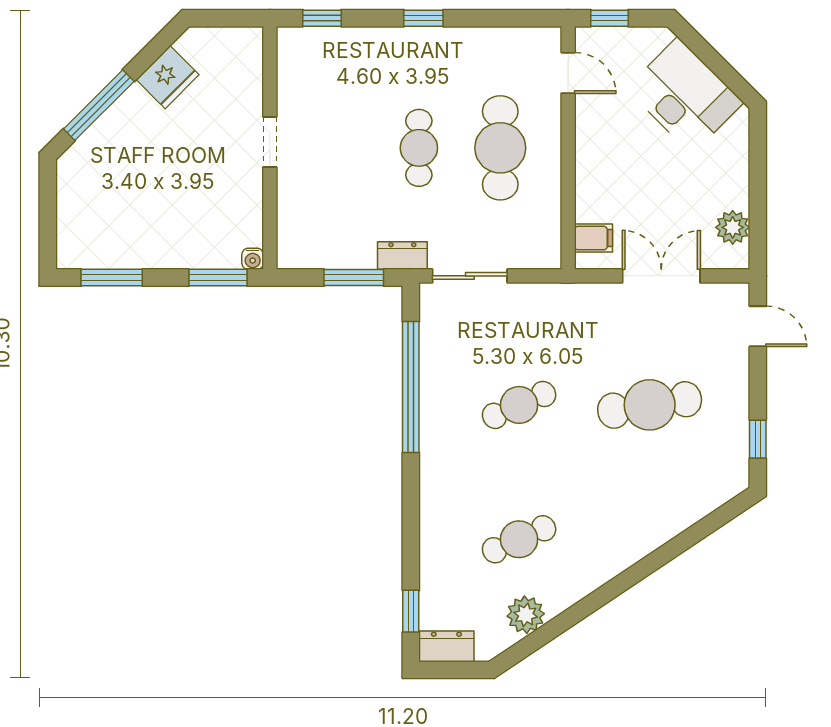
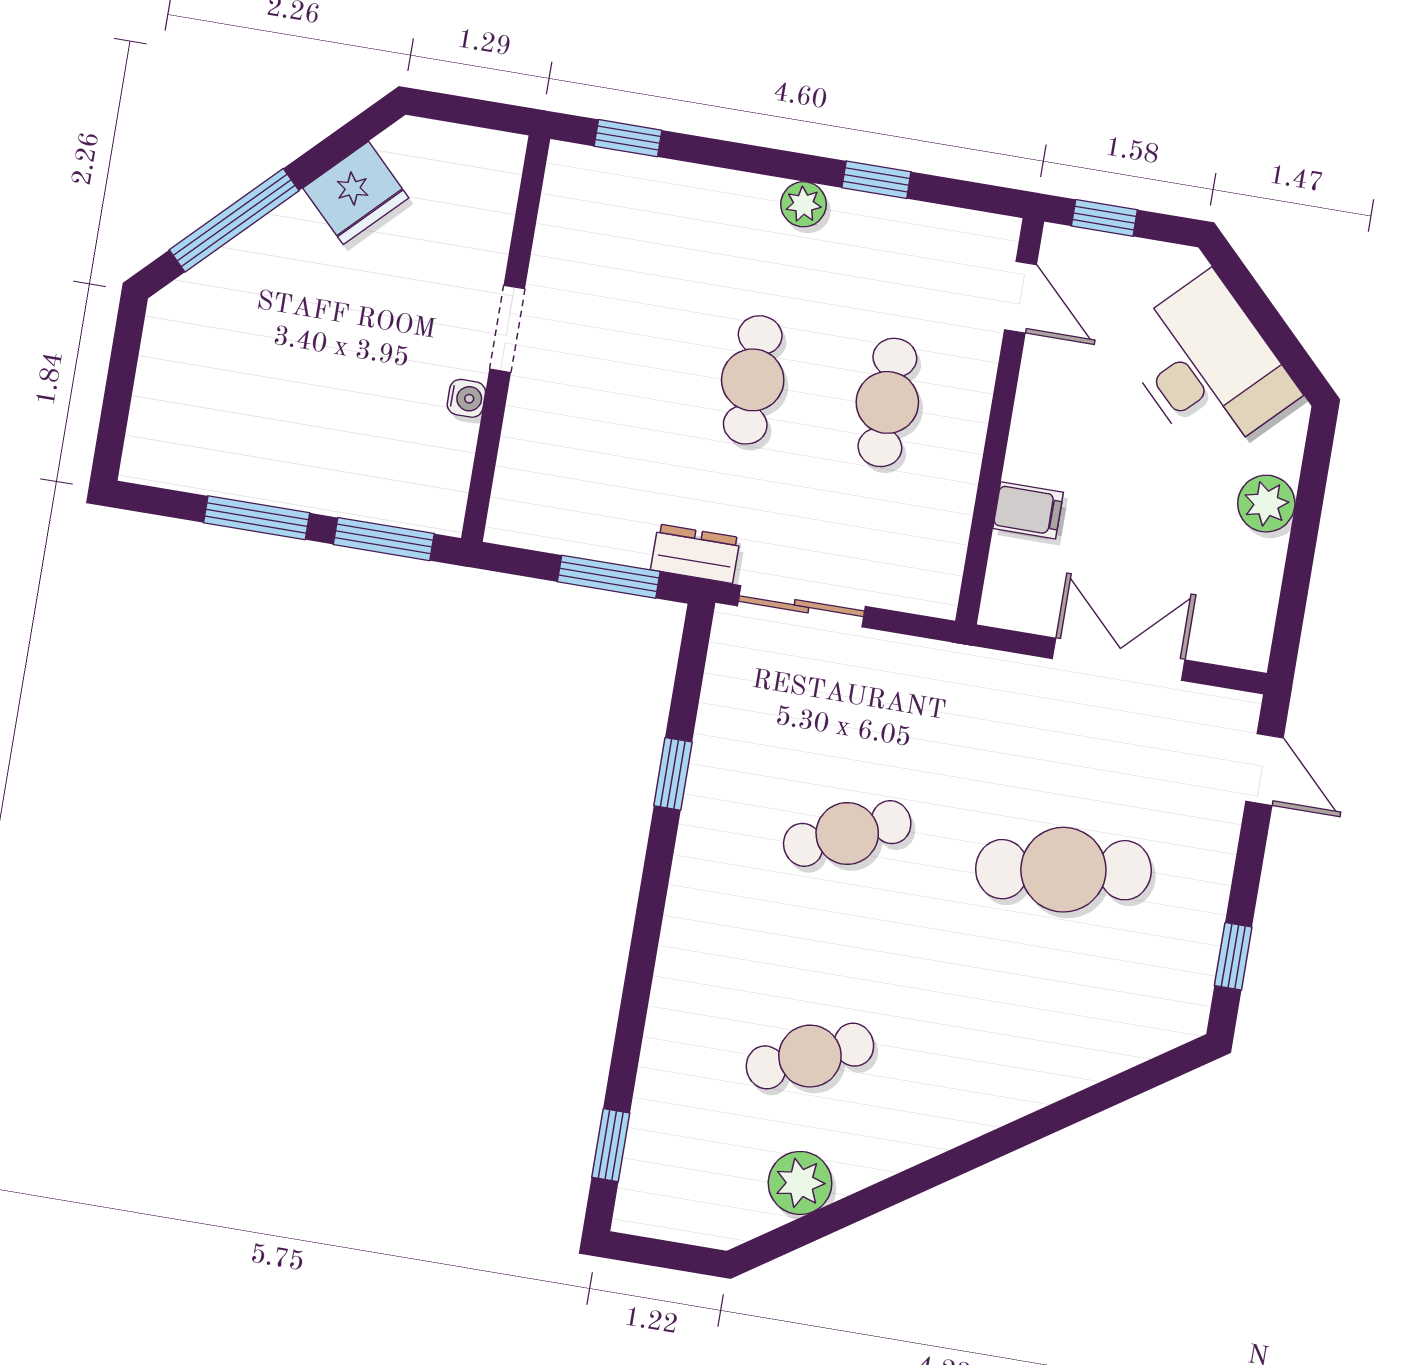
window: (423, 18) -> (876, 180), moved
plant: (432, 40) -> (803, 204), added
cafe table: (500, 148) -> (887, 402), width x0.73, depth x0.74
plant: (733, 227) -> (1266, 504), moved
filing cabinet: (593, 238) -> (1028, 510), moved
water cooler: (253, 259) -> (466, 398), moved, turned -90
window: (112, 278) -> (257, 518), moved
window: (411, 387) -> (673, 774), width x0.32
dresser: (446, 646) -> (660, 1213), removed

